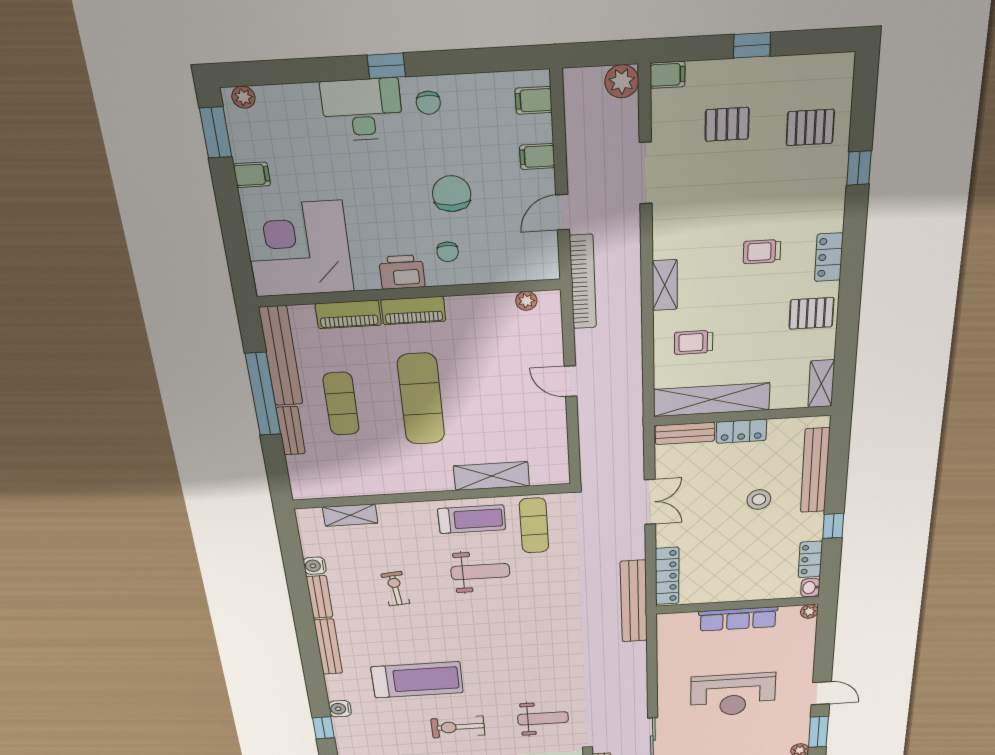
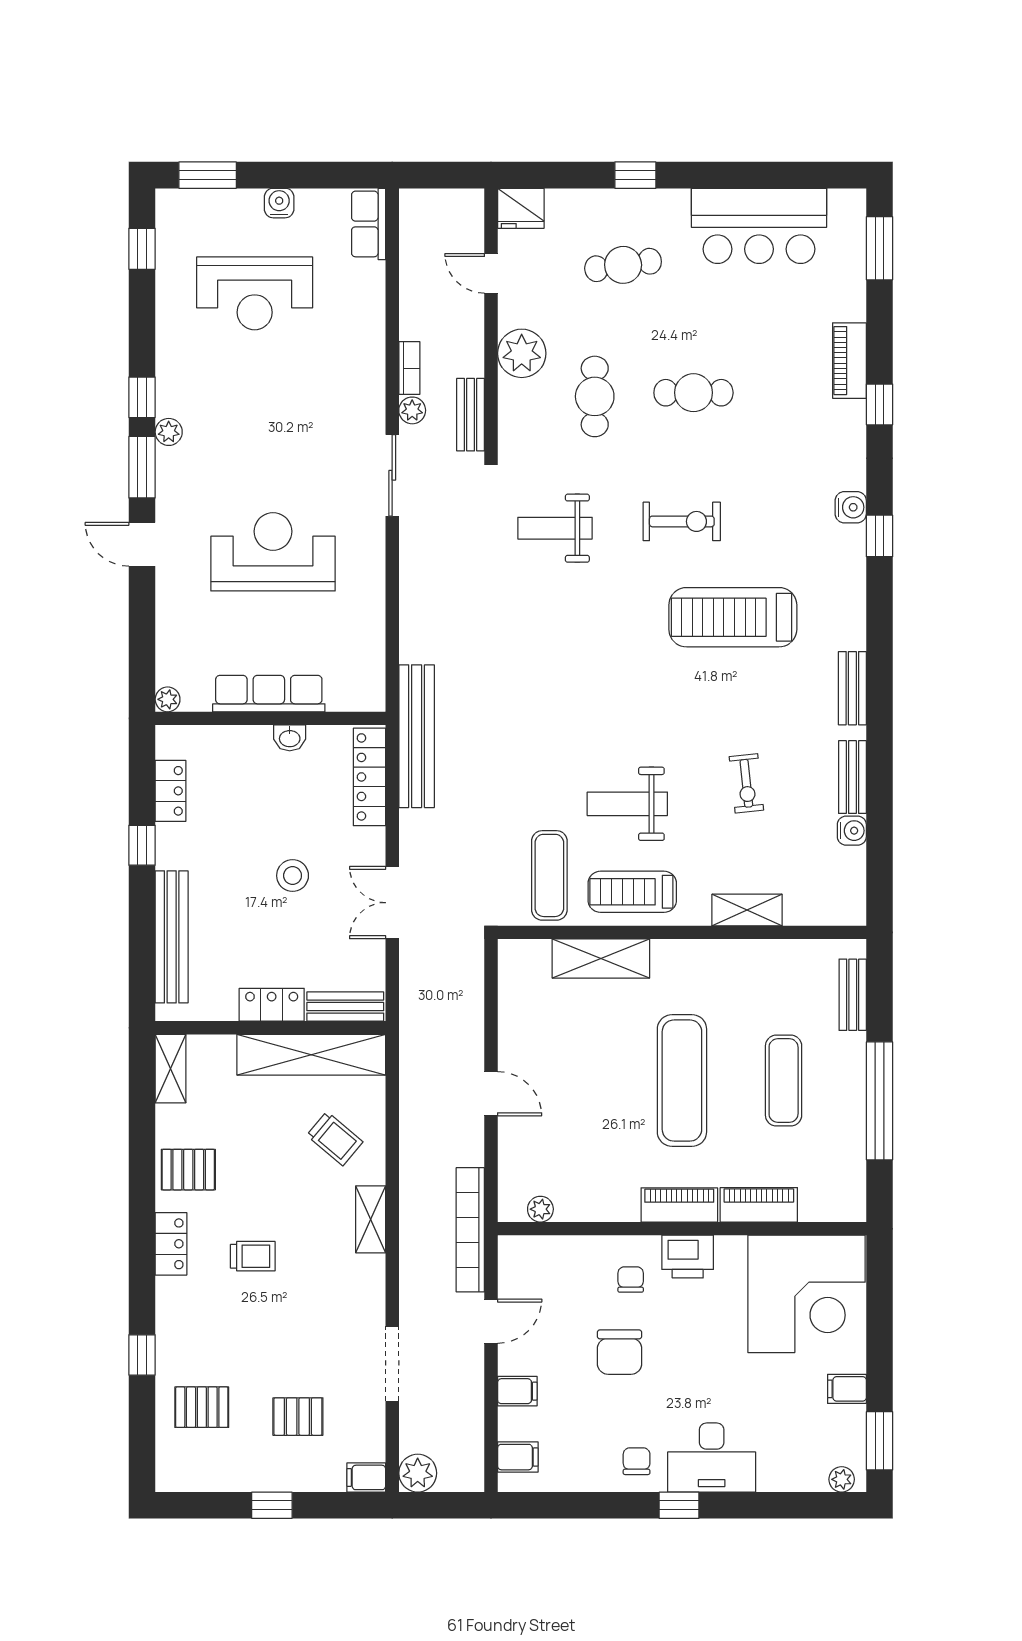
trolley: (694, 342) -> (335, 1139), turned 40
bench: (281, 356) -> (849, 1153), removed
bench: (291, 431) -> (853, 995), moved
stool: (759, 499) -> (293, 876), moved
shelving: (350, 515) -> (747, 910), moved
washbasin: (810, 588) -> (290, 738), moved, turned 90
bench: (328, 647) -> (852, 688), width x0.73
water cooler: (340, 709) -> (851, 507), moved

